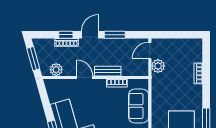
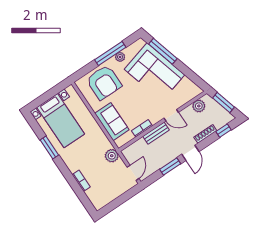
window: (66, 35) -> (224, 131), moved
plant: (158, 66) -> (112, 156), moved

